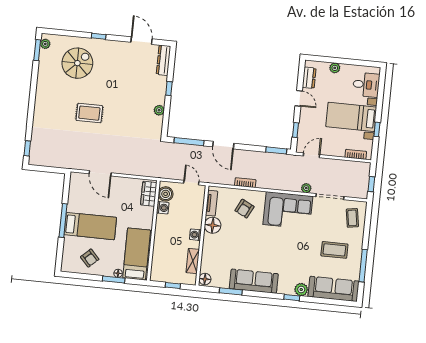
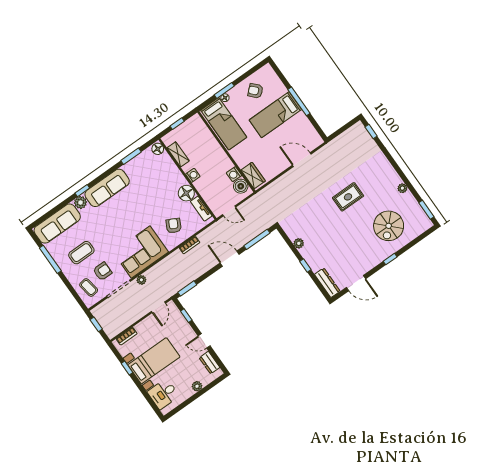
plant: (45, 44) -> (402, 188), moved
armchair: (331, 221) -> (102, 271), added
sofa: (254, 281) -> (107, 188), moved

